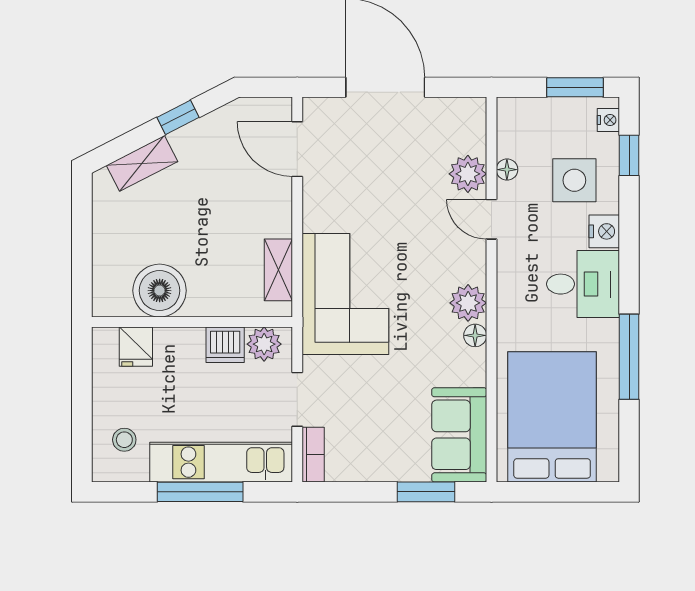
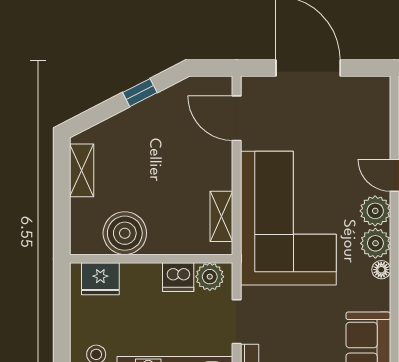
shelving: (142, 163) -> (82, 170), moved, turned -63
plant: (468, 174) -> (375, 211), moved
corner sofa: (345, 294) -> (288, 218), width x1.36, depth x1.36
fridge: (136, 347) -> (100, 279), width x1.38

